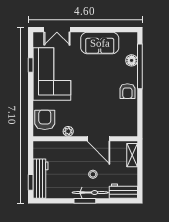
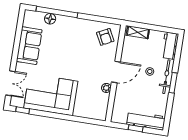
window: (31, 65) -> (23, 110), moved
armchair: (127, 91) -> (105, 37), moved, turned 63
armchair: (45, 120) -> (92, 108), removed
door: (99, 139) -> (116, 72), moved
window: (31, 182) -> (136, 128), moved

